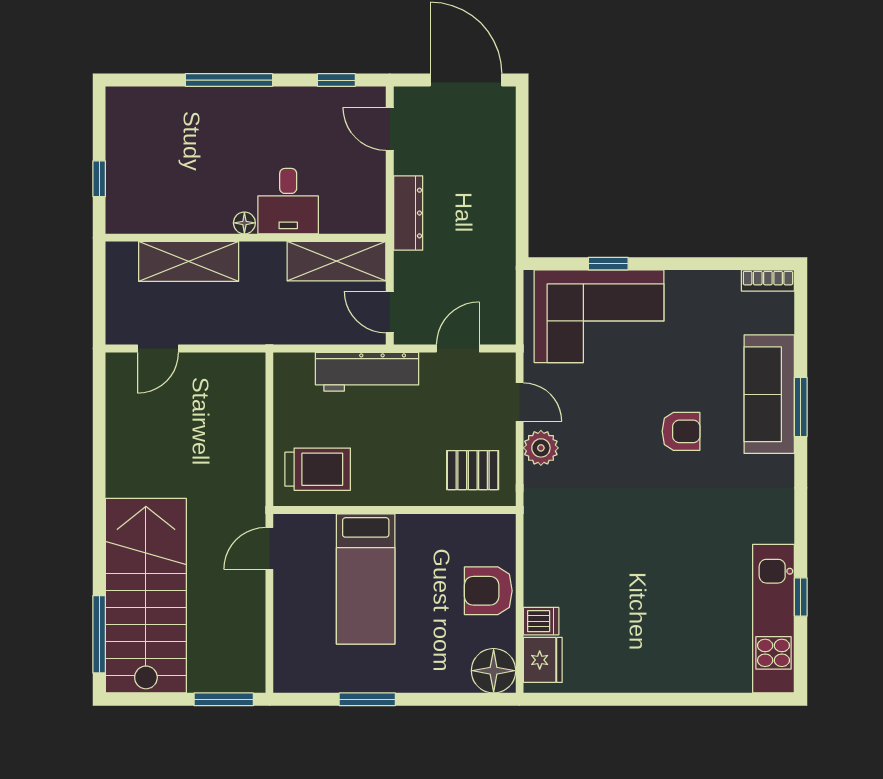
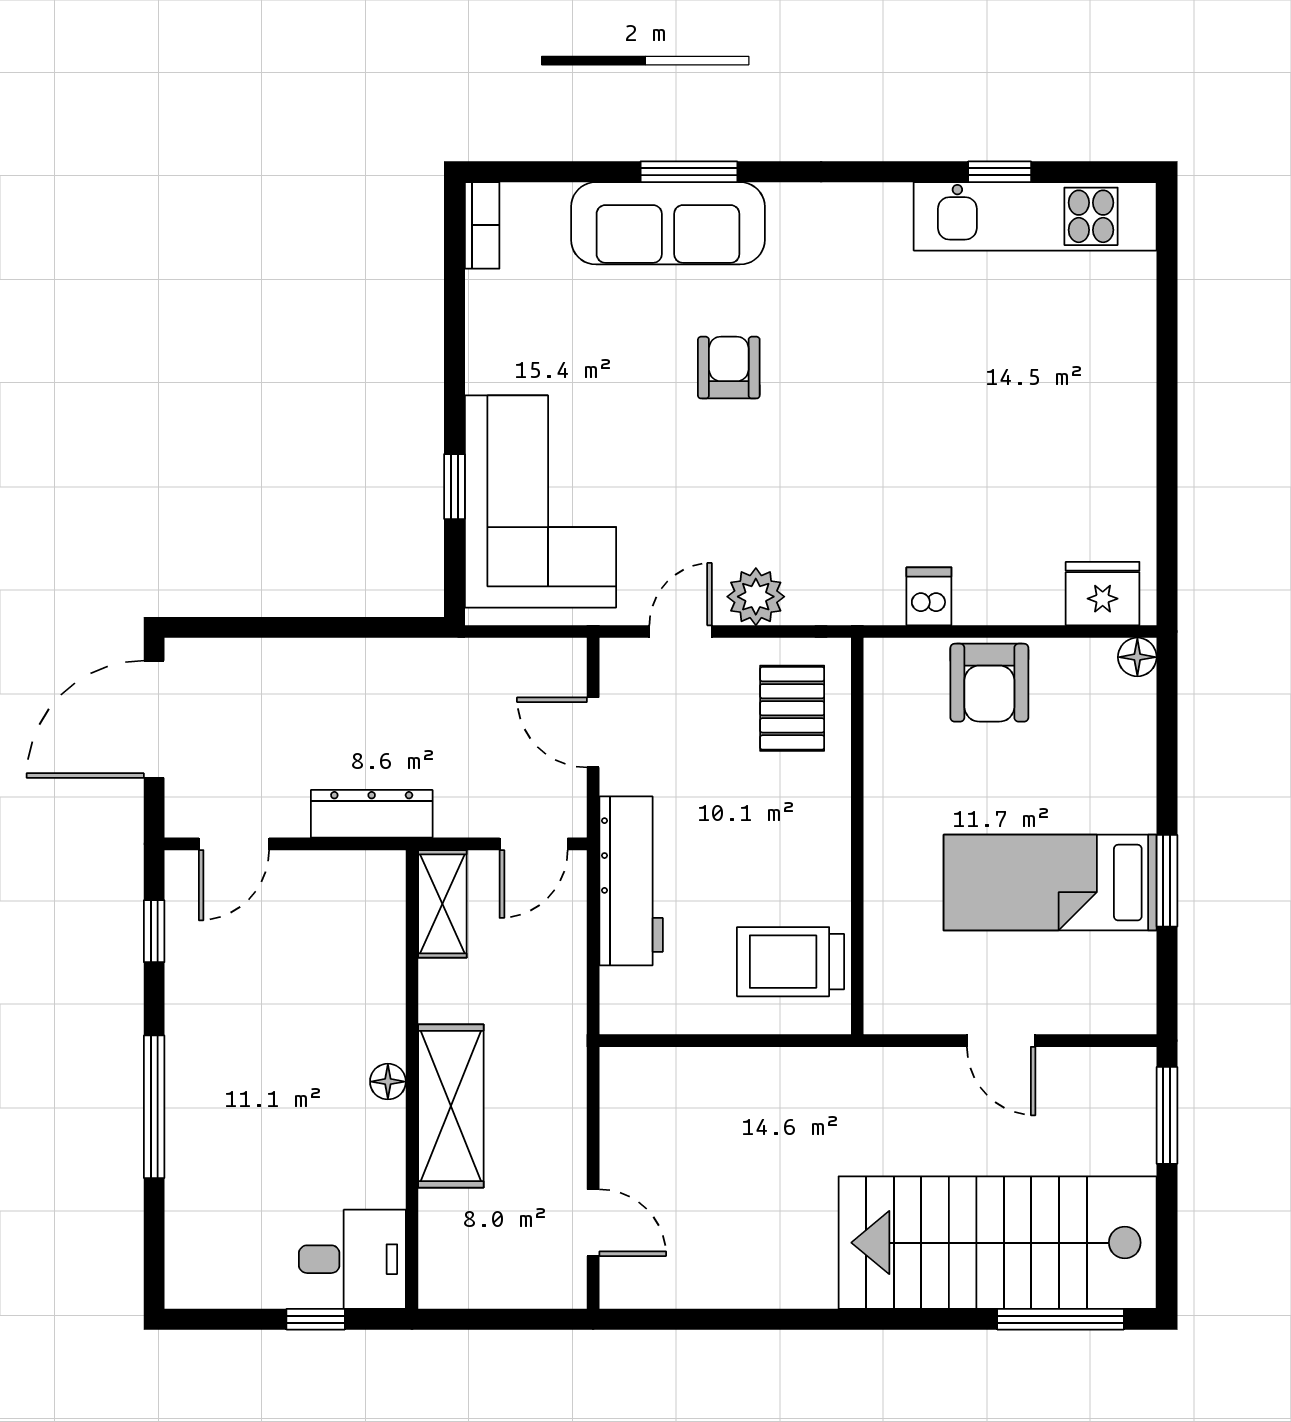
desk: (288, 201) -> (352, 1259), moved
shelving: (189, 261) -> (451, 1106), moved
shelving: (337, 261) -> (442, 904), width x0.67, depth x0.75
trolley: (318, 469) -> (791, 962), turned -90
door: (269, 548) -> (1001, 1041), moved
bed: (366, 579) -> (1050, 883), moved, turned 180
dishwasher: (541, 621) -> (929, 596), moved
floor lamp: (494, 671) -> (1137, 657), width x0.53, depth x0.53

